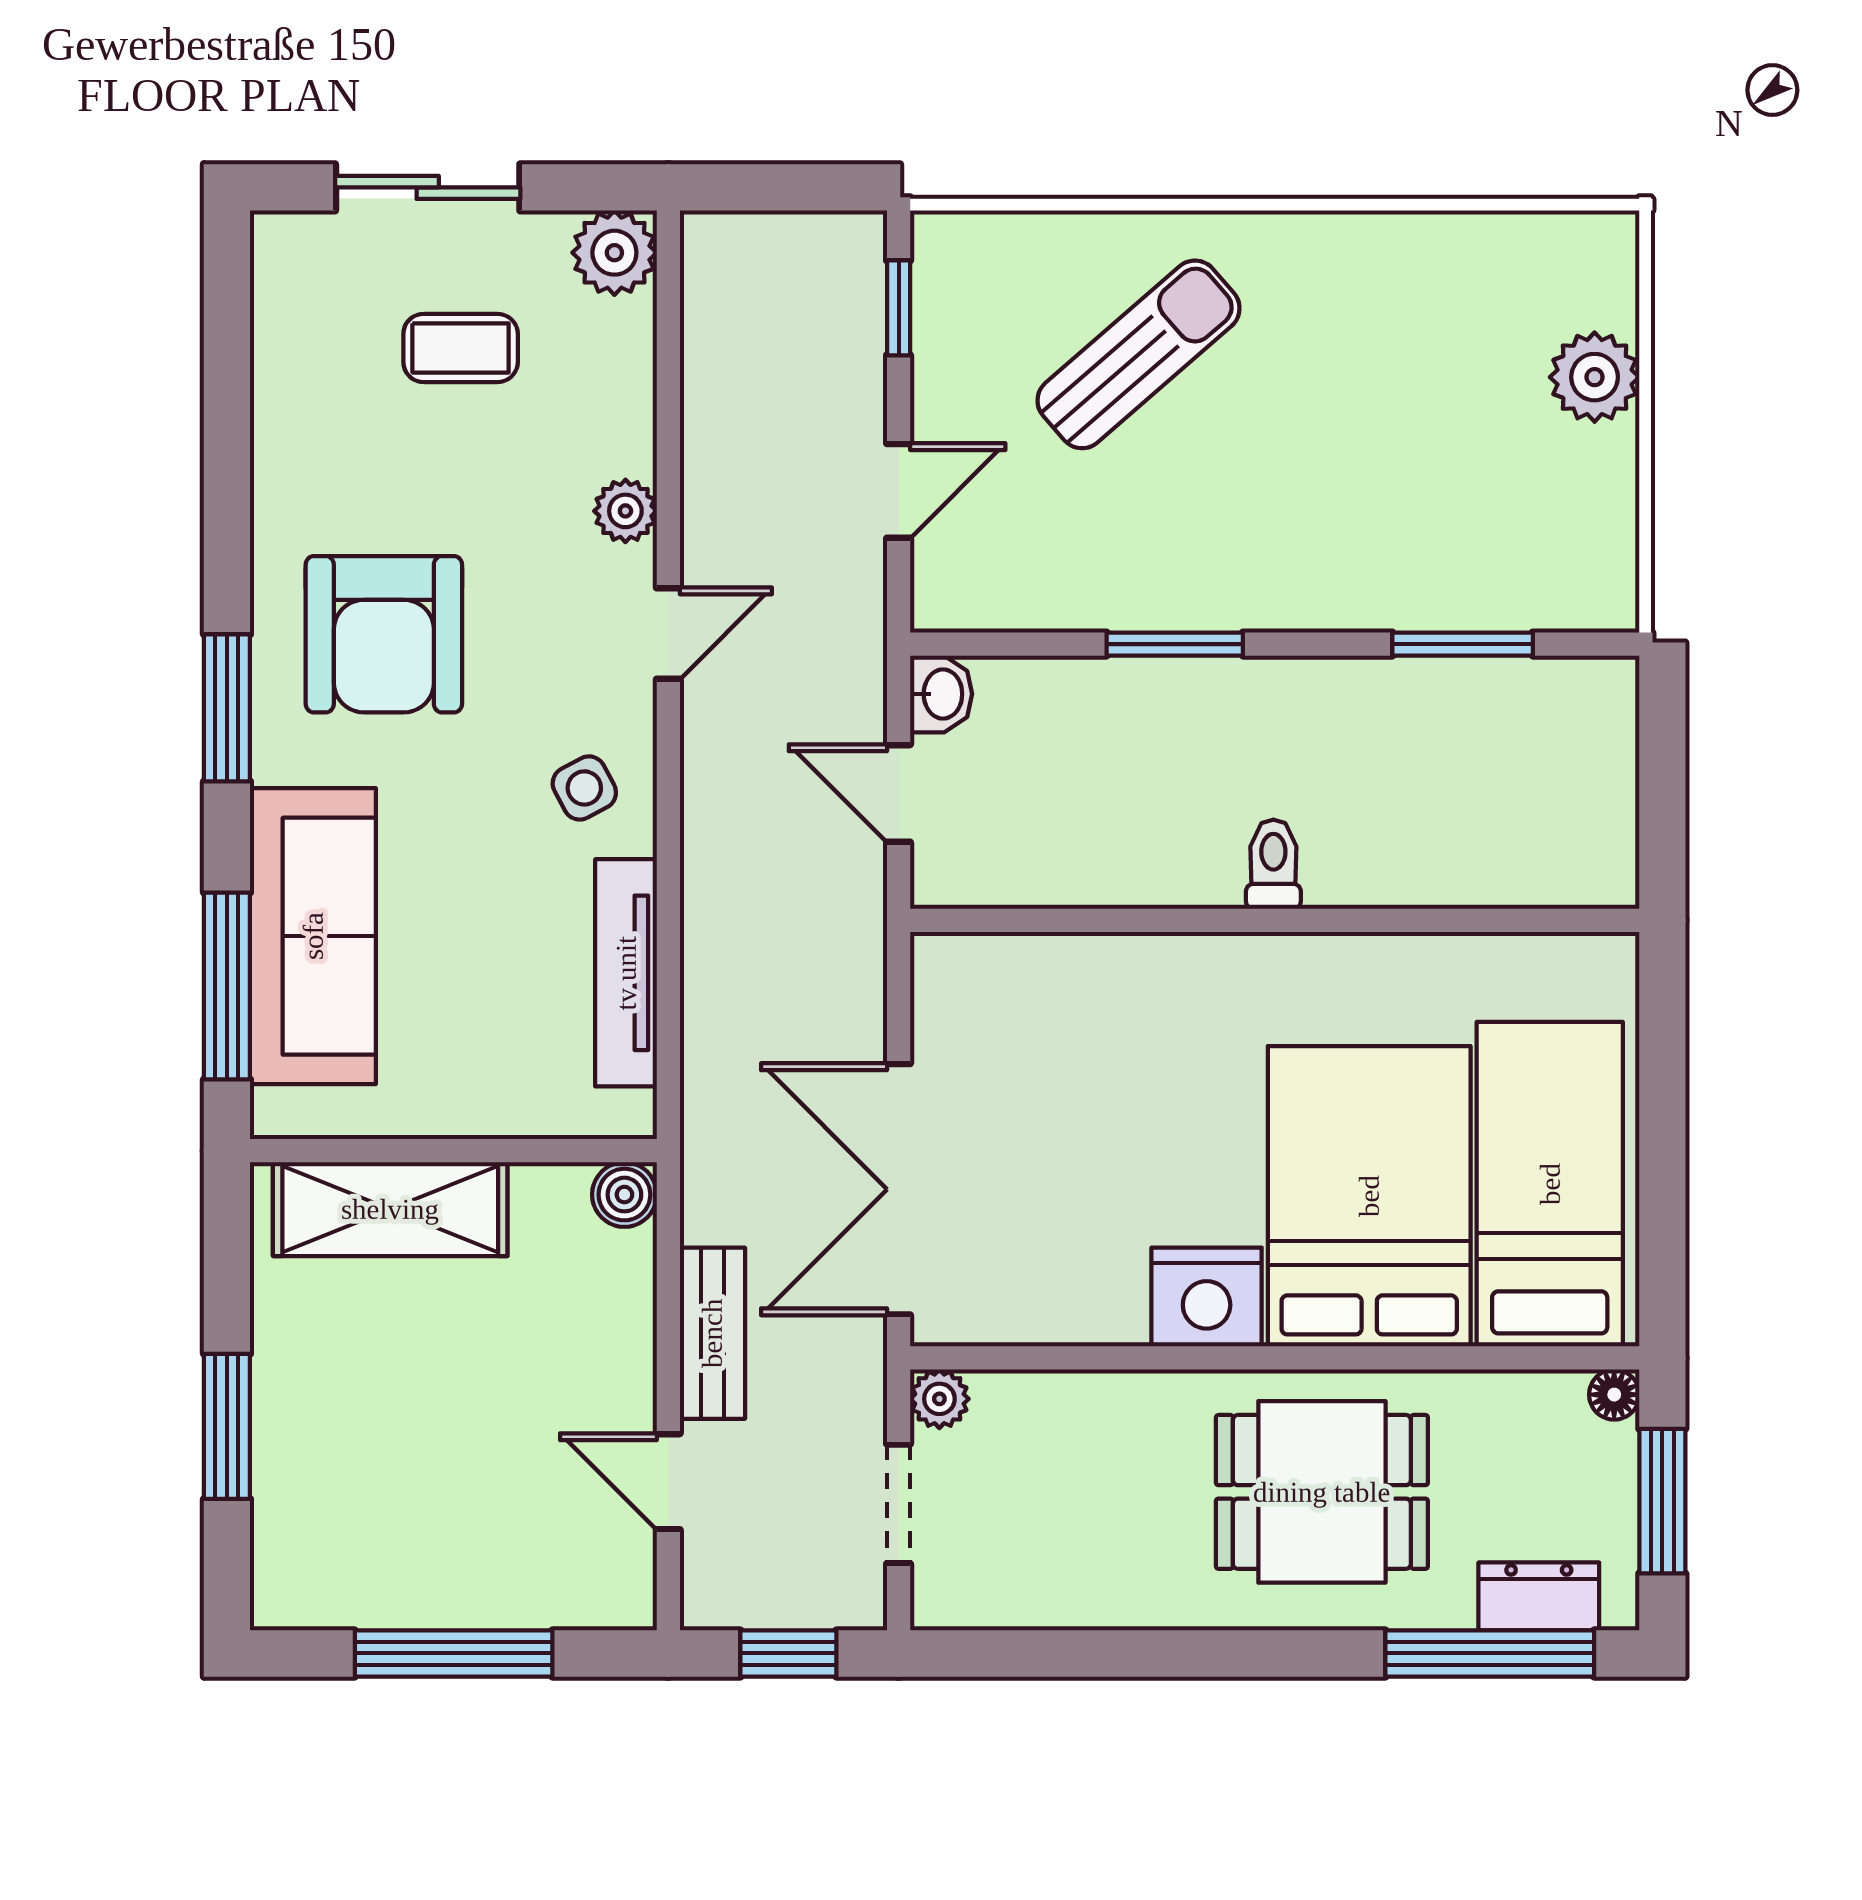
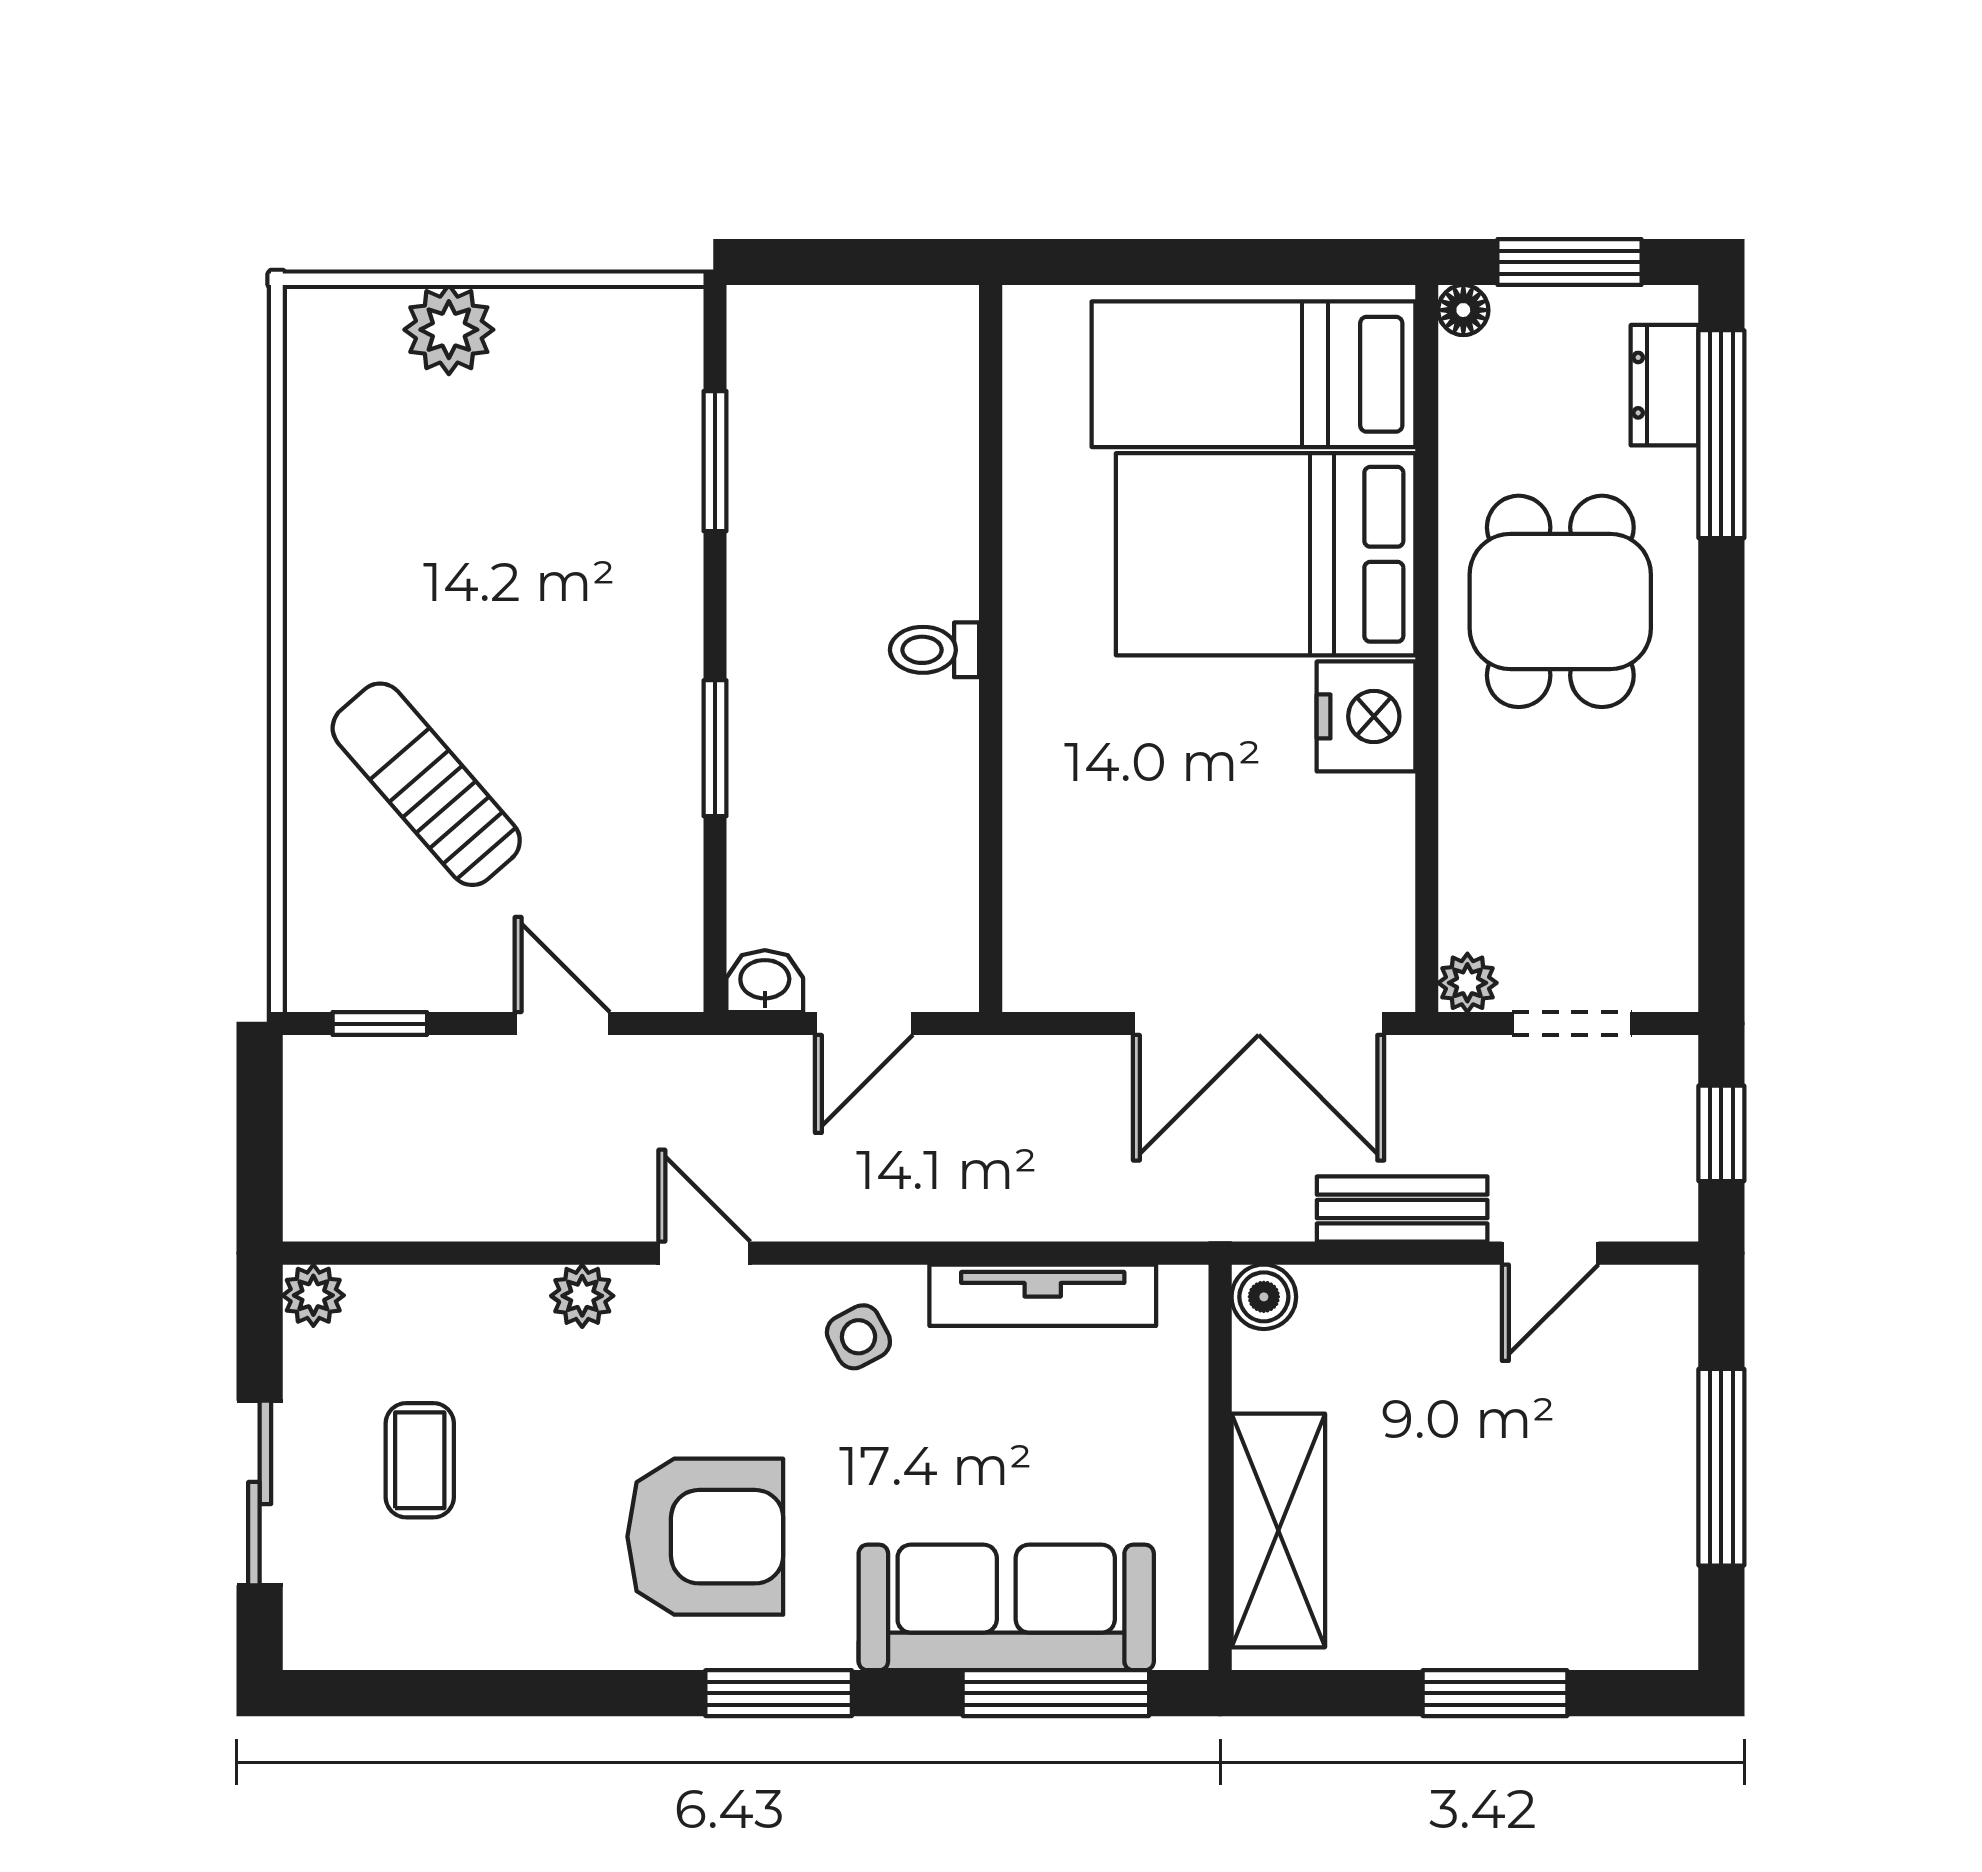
plant: (614, 253) -> (313, 1295), width x0.73, depth x0.73

